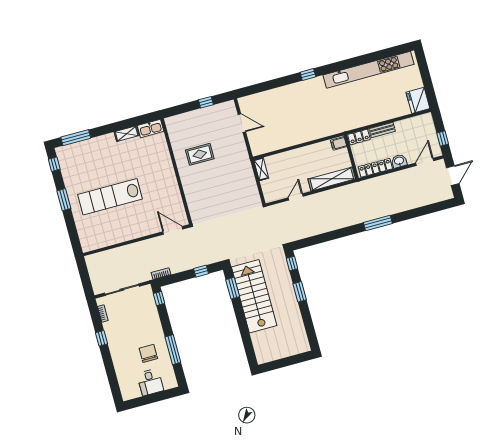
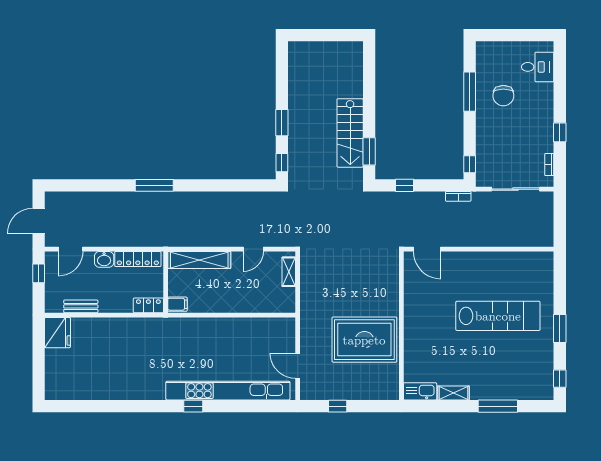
kitchen unit: (369, 70) -> (228, 391), moved
bench: (382, 130) -> (81, 306), moved
window: (76, 138) -> (498, 406), moved
rug: (200, 154) -> (364, 340), width x1.86, depth x2.06
shelving: (261, 169) -> (289, 272), moved
stairs: (254, 296) -> (350, 133), width x0.73, depth x0.66
desk: (150, 382) -> (538, 67), moved, turned 90

